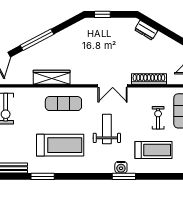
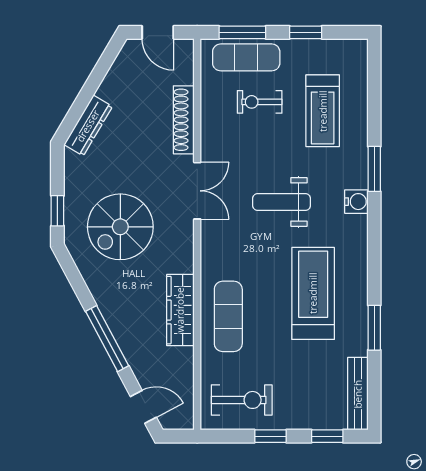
dresser: (146, 30) -> (88, 126), width x1.44
spiral stairs: (94, 47) -> (120, 227), added
exercise mat: (63, 104) -> (228, 316), moved
treadmill: (154, 150) -> (323, 111), turned 180
water cooler: (121, 167) -> (356, 202), moved

